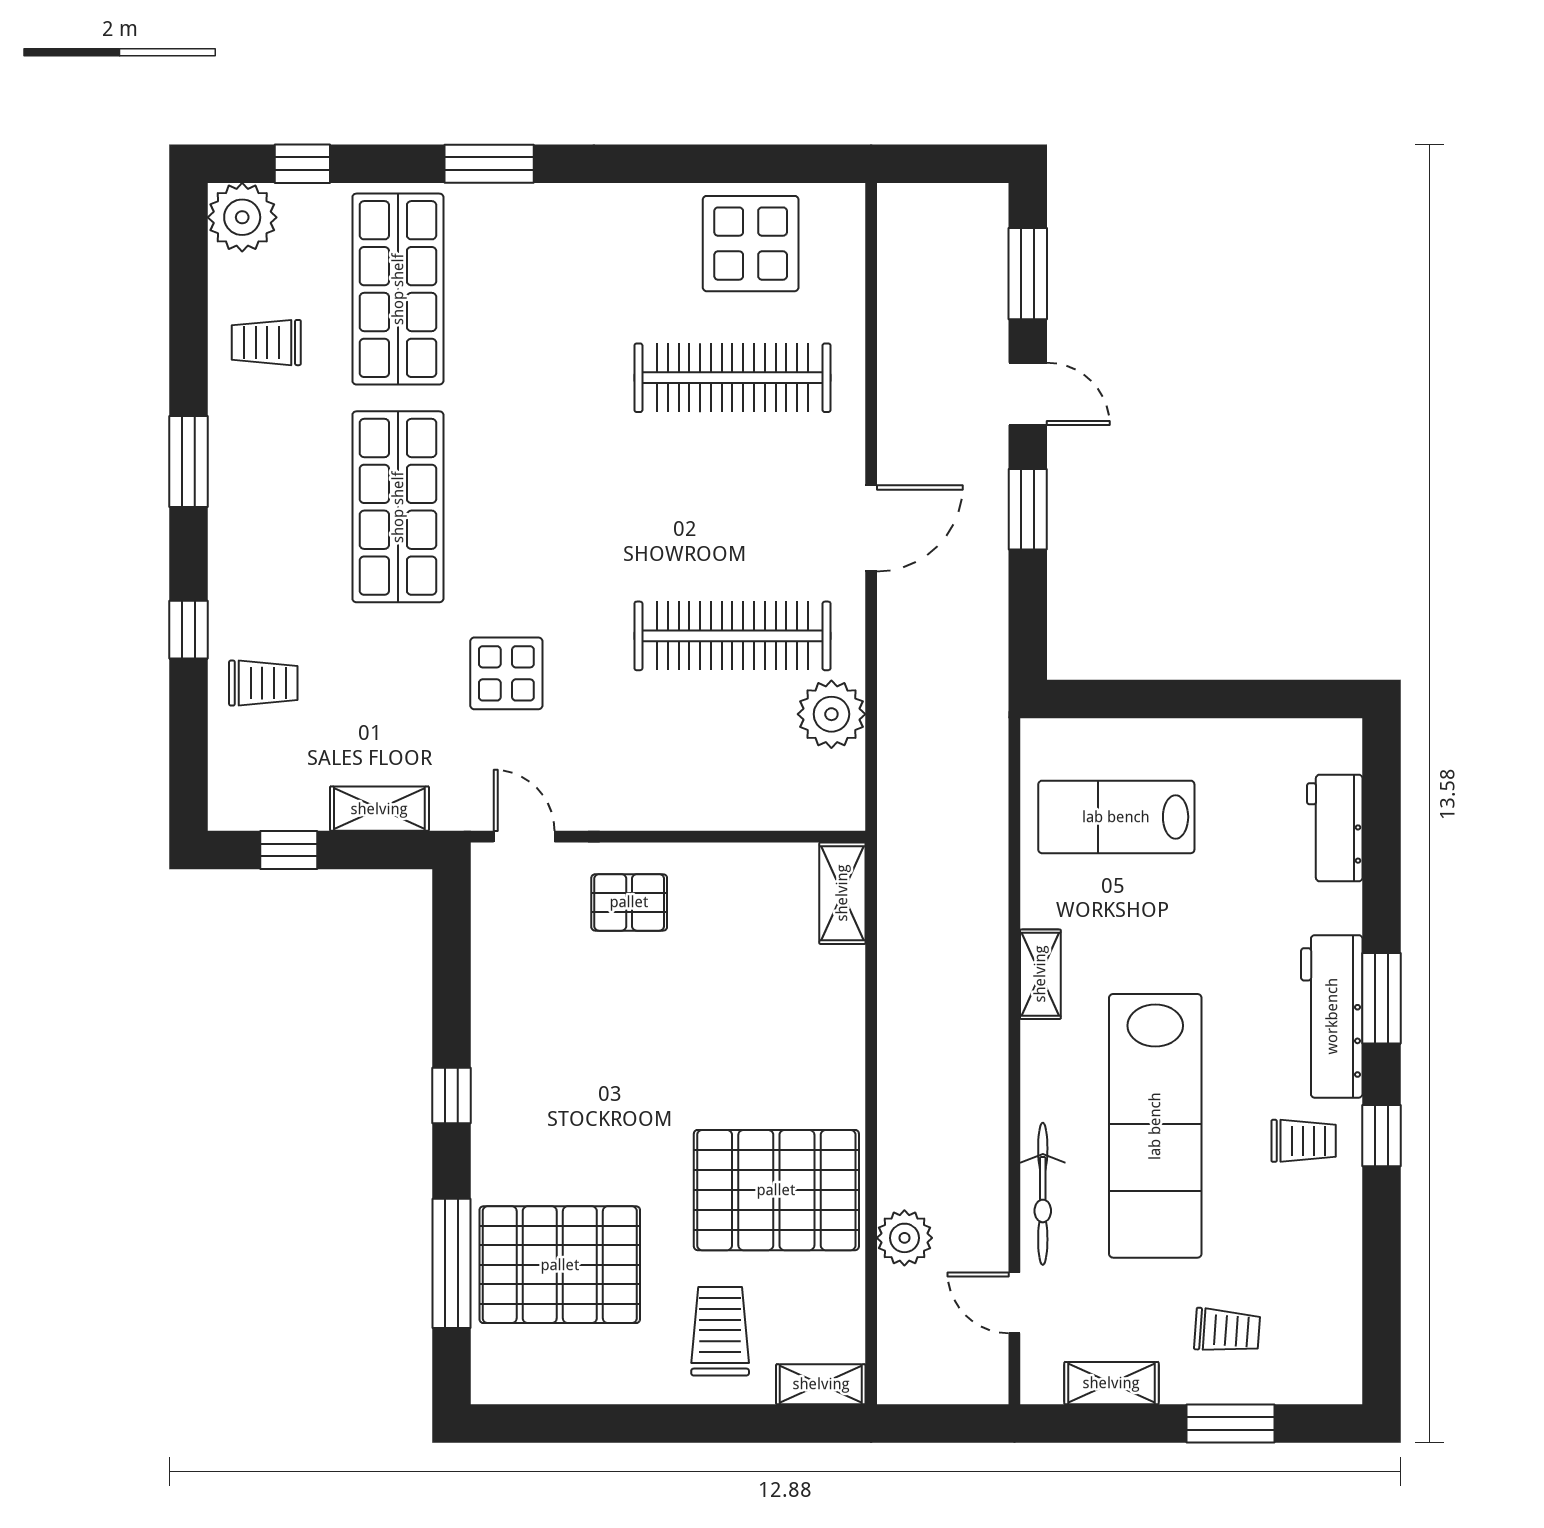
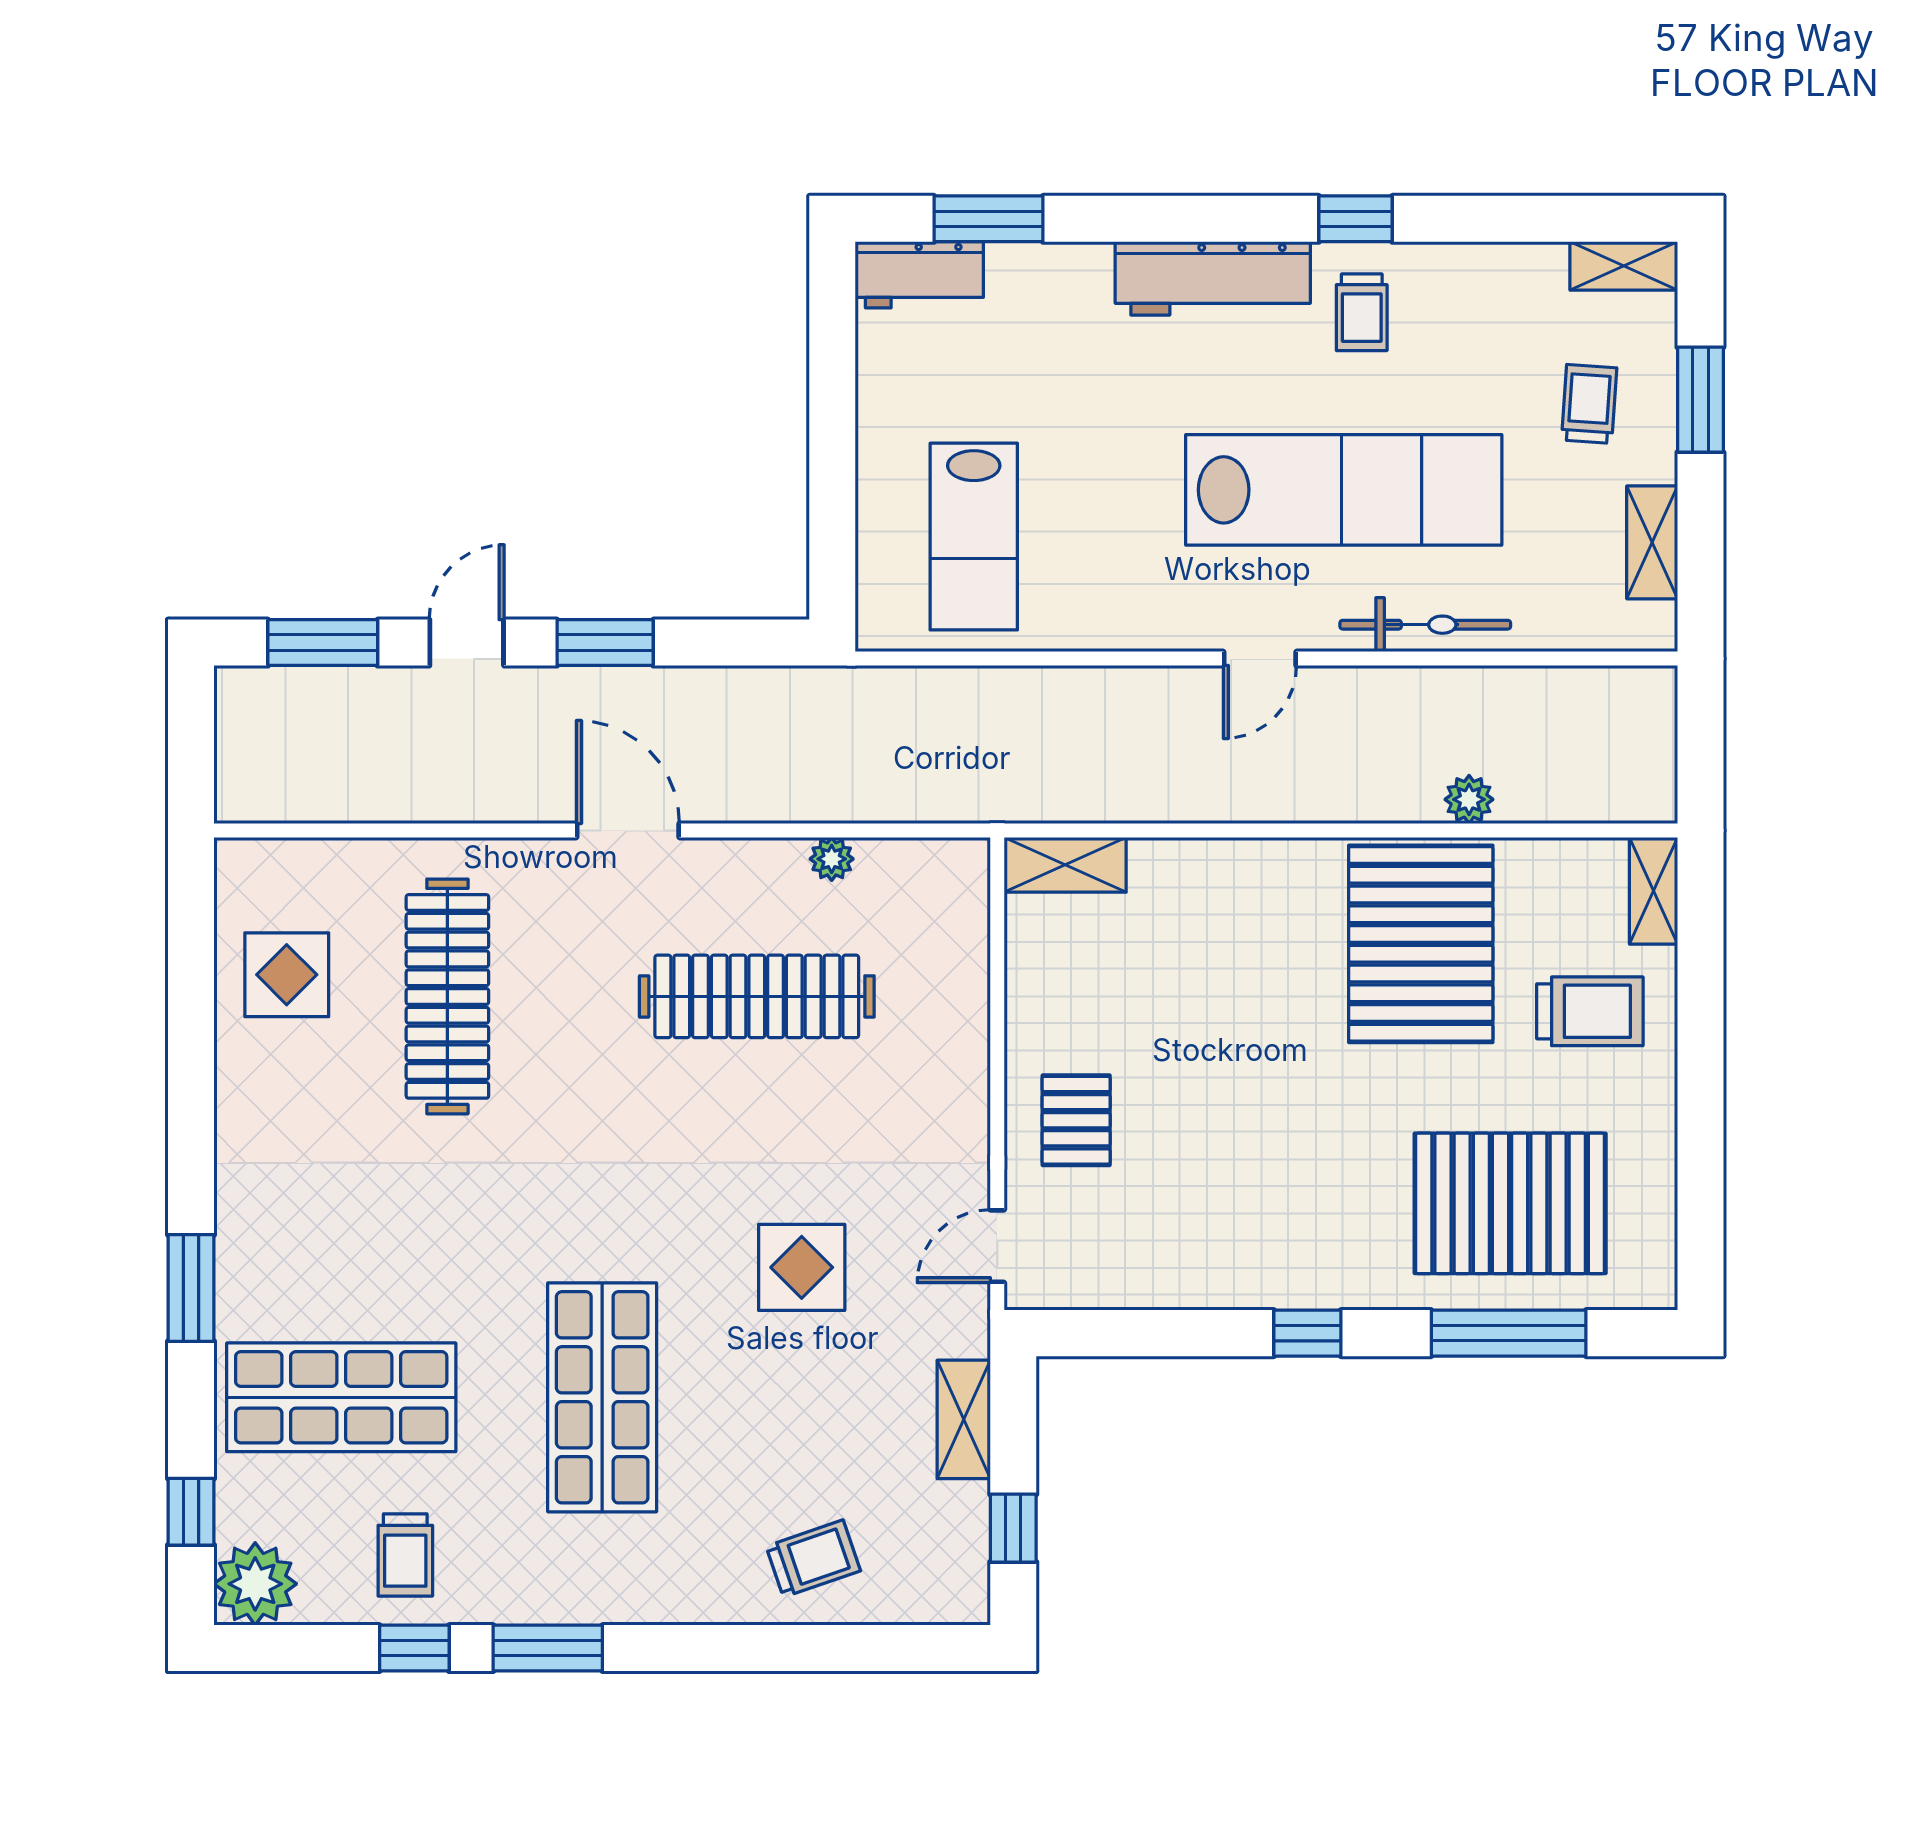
display table: (751, 244) -> (287, 975), width x0.73, depth x0.73
shop shelf: (398, 507) -> (602, 1397), turned 90
window: (189, 630) -> (414, 1648), moved
clothes rail: (732, 636) -> (757, 996), turned 90
trolley: (263, 683) -> (813, 1559), turned 71
plant: (831, 714) -> (832, 859), width x0.53, depth x0.53
workbench: (1335, 828) -> (919, 275), moved
shelving: (1040, 974) -> (1624, 266), moved
window: (1382, 998) -> (989, 219), moved
trolley: (1304, 1141) -> (1362, 312), turned 180
plant: (904, 1238) -> (1469, 799), width x0.73, depth x0.73
pallet: (560, 1265) -> (1510, 1203), turned 90
door: (1014, 1303) -> (1260, 659), moved
trolley: (720, 1331) -> (1590, 1011), turned 180

